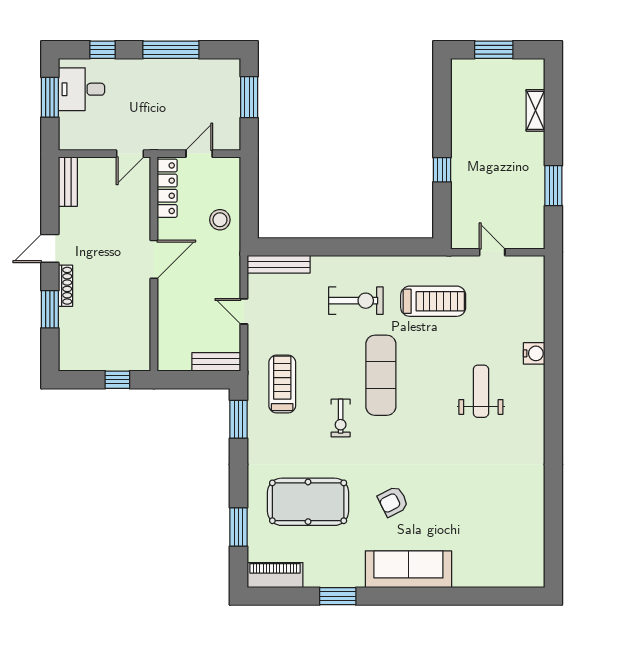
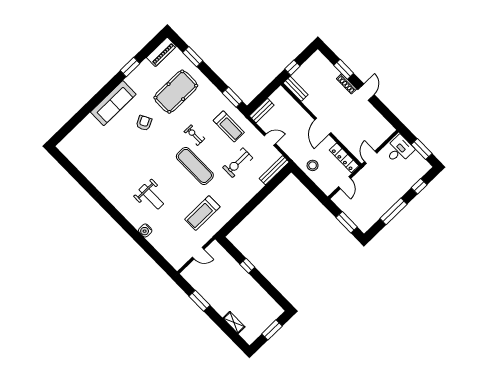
desk: (82, 89) -> (399, 150), moved
bench: (68, 182) -> (296, 89), moved
exercise bike: (356, 301) -> (238, 163), moved

